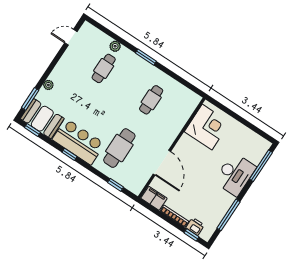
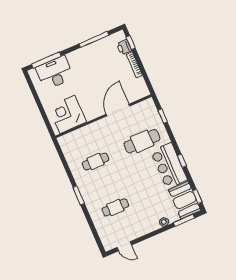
plant: (115, 46) -> (96, 218), removed
desk: (235, 174) -> (55, 73), moved
filing cabinet: (154, 198) -> (141, 88), removed

